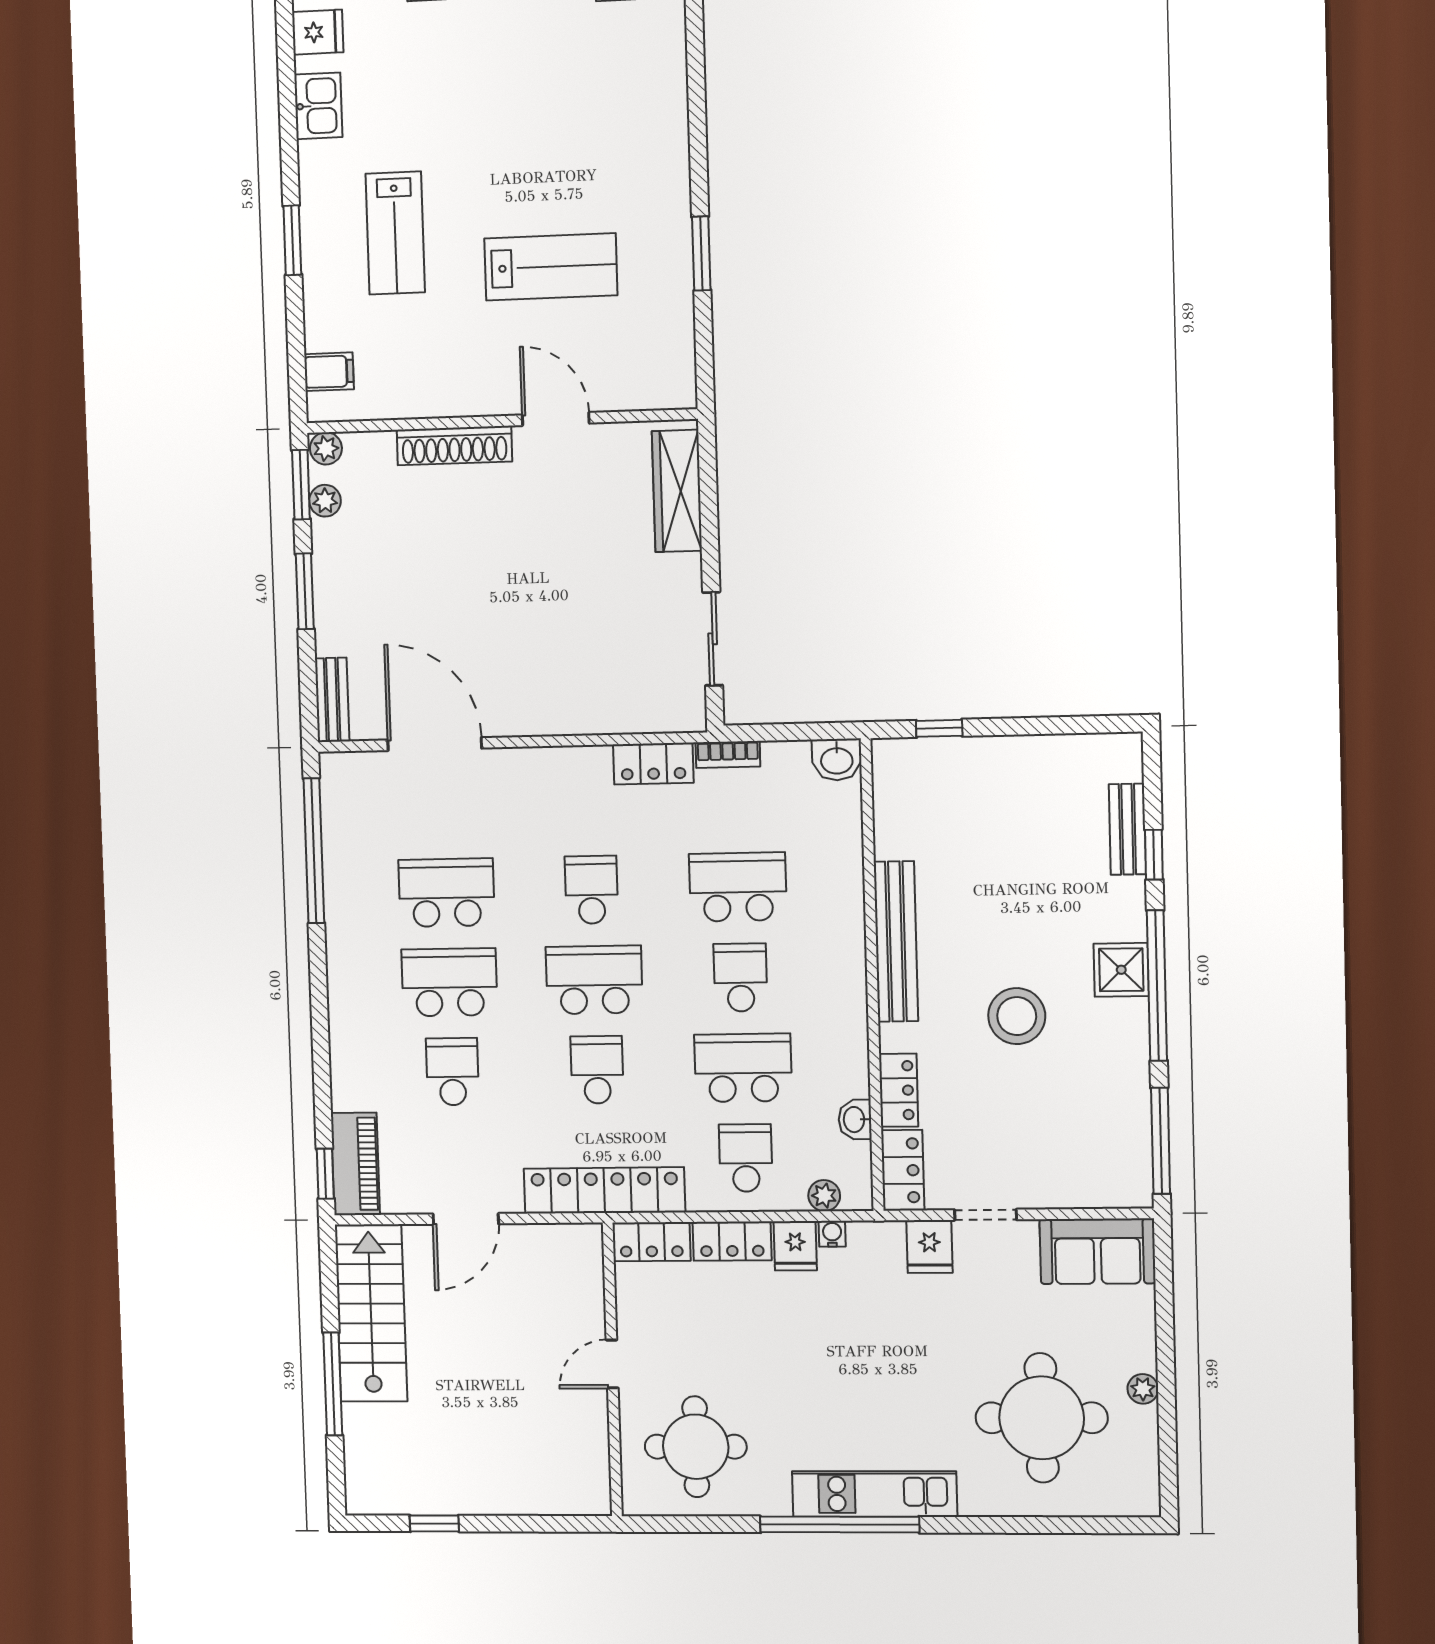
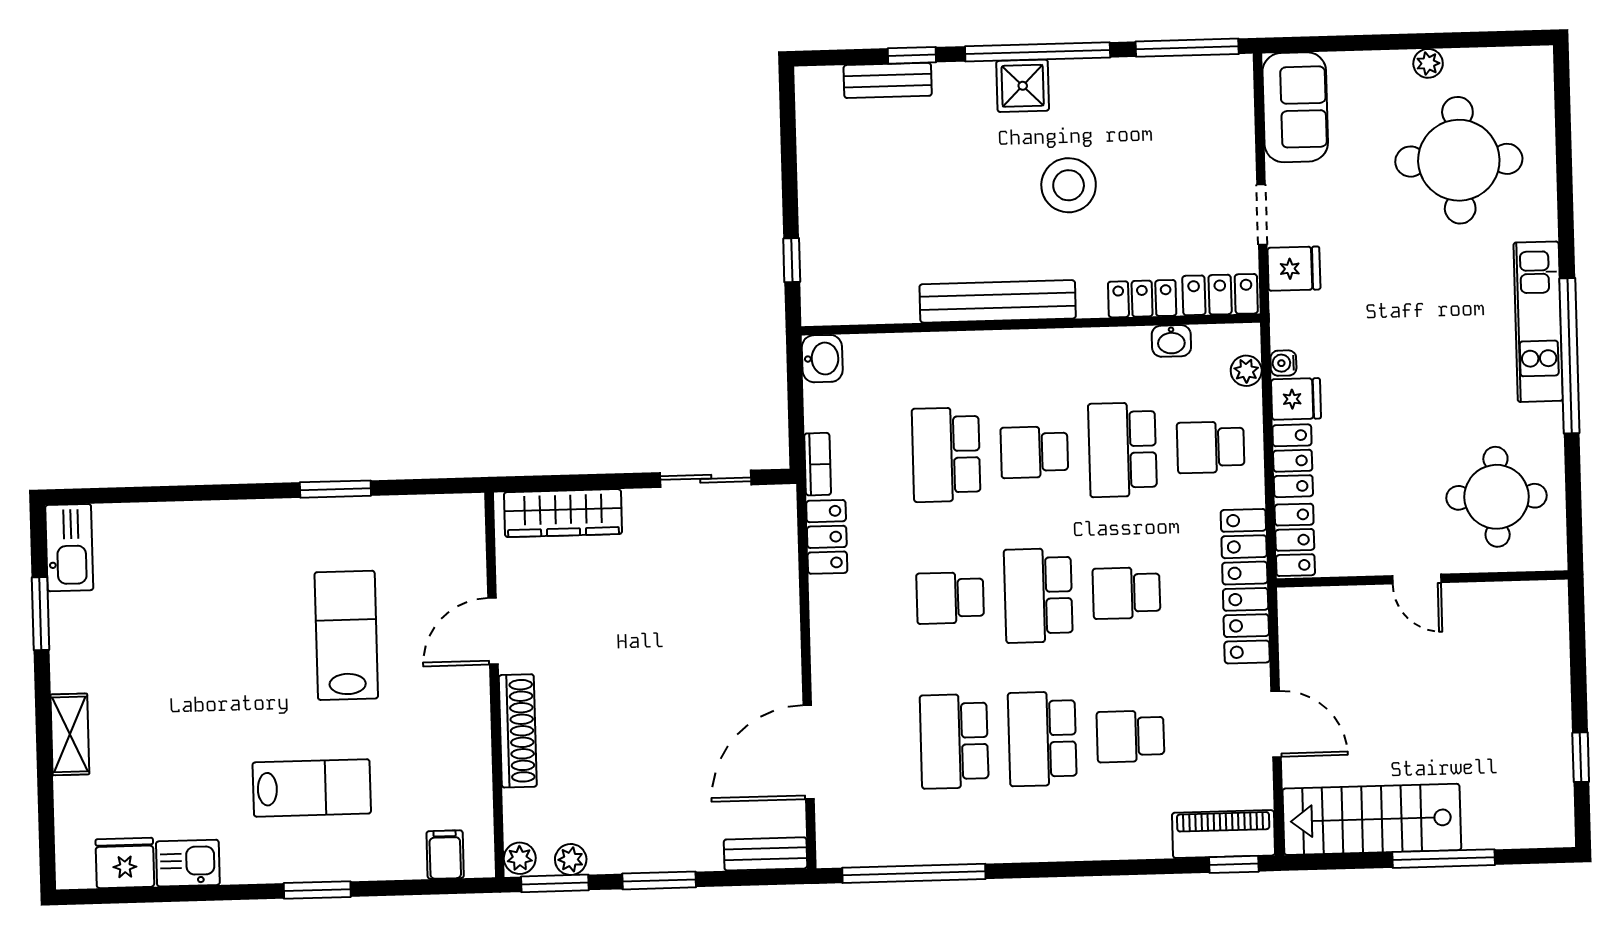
fridge: (318, 32) -> (125, 863), width x1.38

